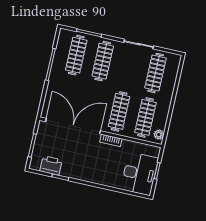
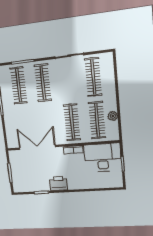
double door: (73, 126) -> (37, 147), width x0.73
plant: (159, 135) -> (113, 116), moved
printer: (51, 165) -> (58, 184), moved
desk: (139, 174) -> (103, 158), moved, turned -90

